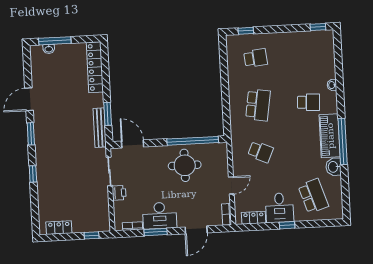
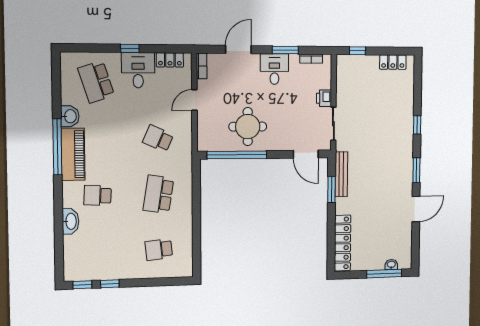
window: (246, 31) -> (110, 284), moved
washbasin: (332, 85) -> (71, 221), width x1.91, depth x1.45
desk: (160, 216) -> (274, 69), width x0.73

